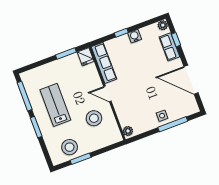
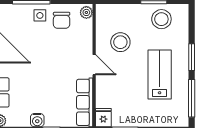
lab bench: (55, 105) -> (160, 75), turned 180
chair: (144, 118) -> (62, 20), added

